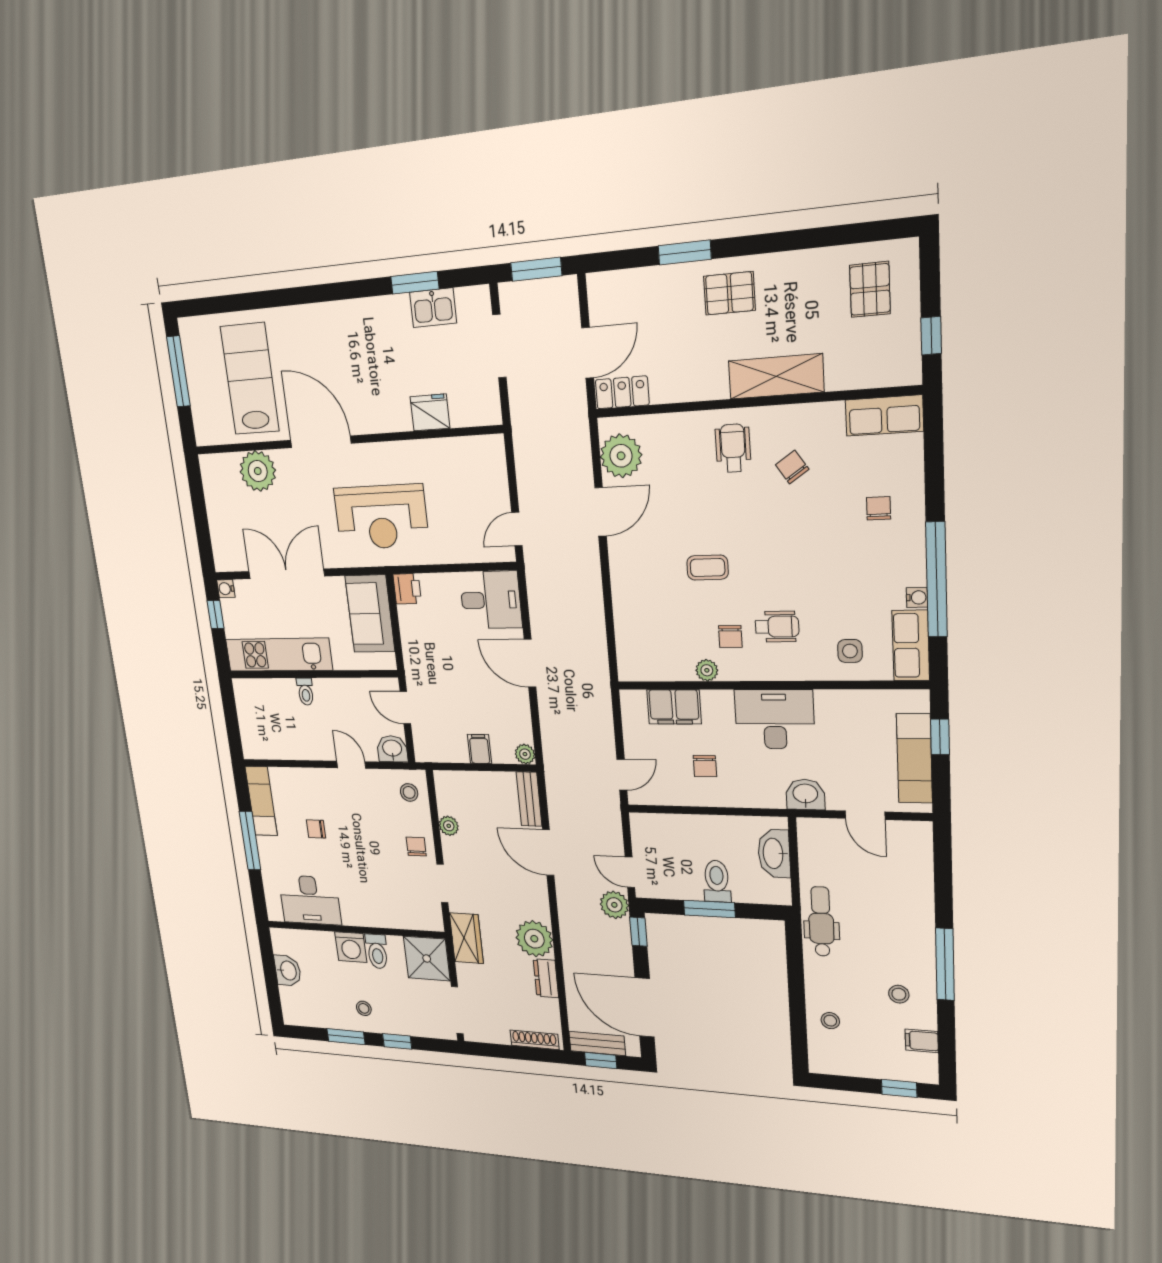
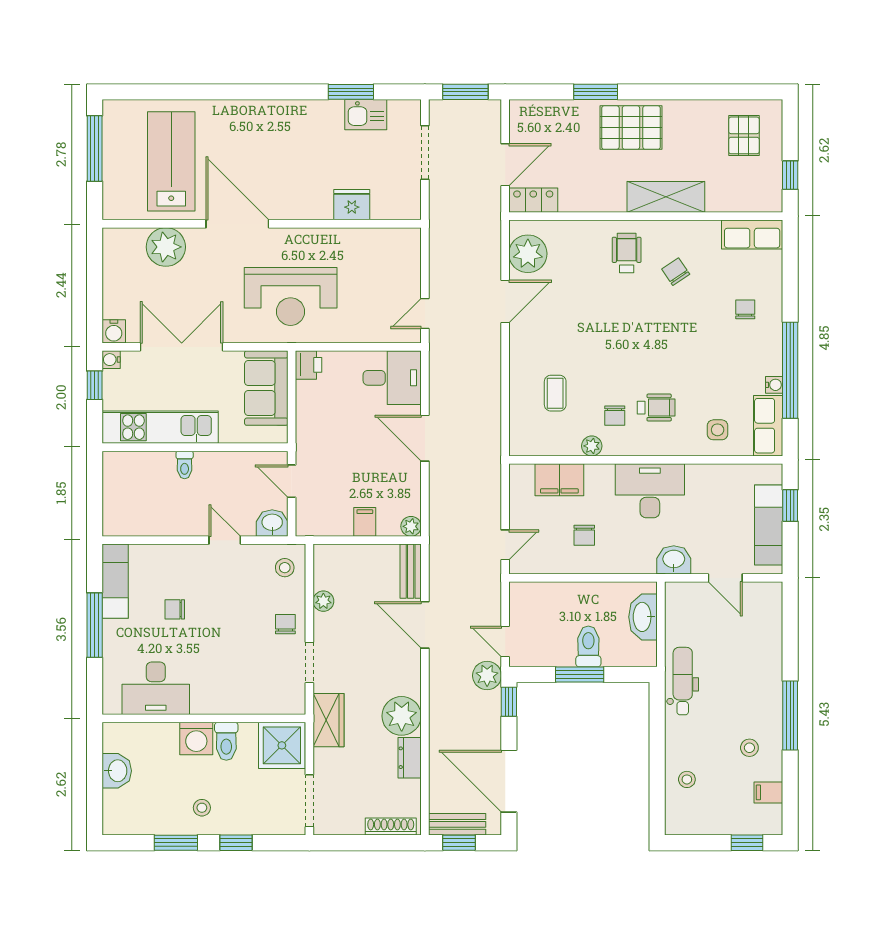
pallet: (729, 293) -> (631, 128), width x1.50, depth x1.42
water cooler: (224, 560) -> (114, 331), added
coffee table: (708, 568) -> (555, 393), moved, turned 90

